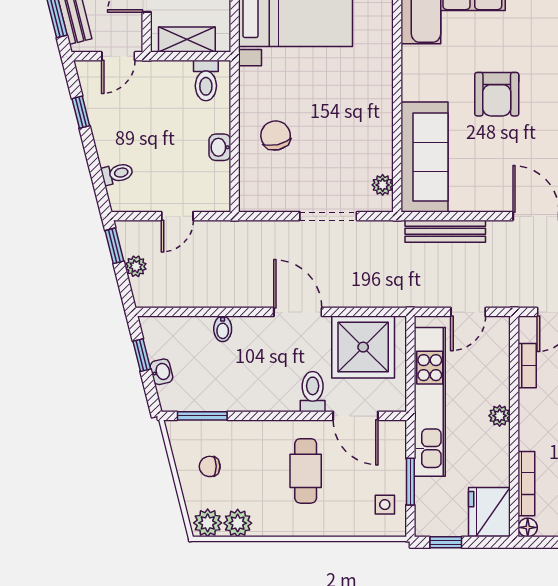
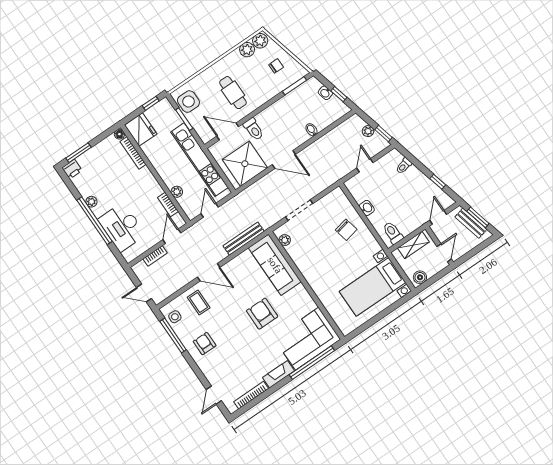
plant: (500, 416) -> (177, 192), moved
side table: (385, 505) -> (188, 102), width x1.87, depth x1.87

